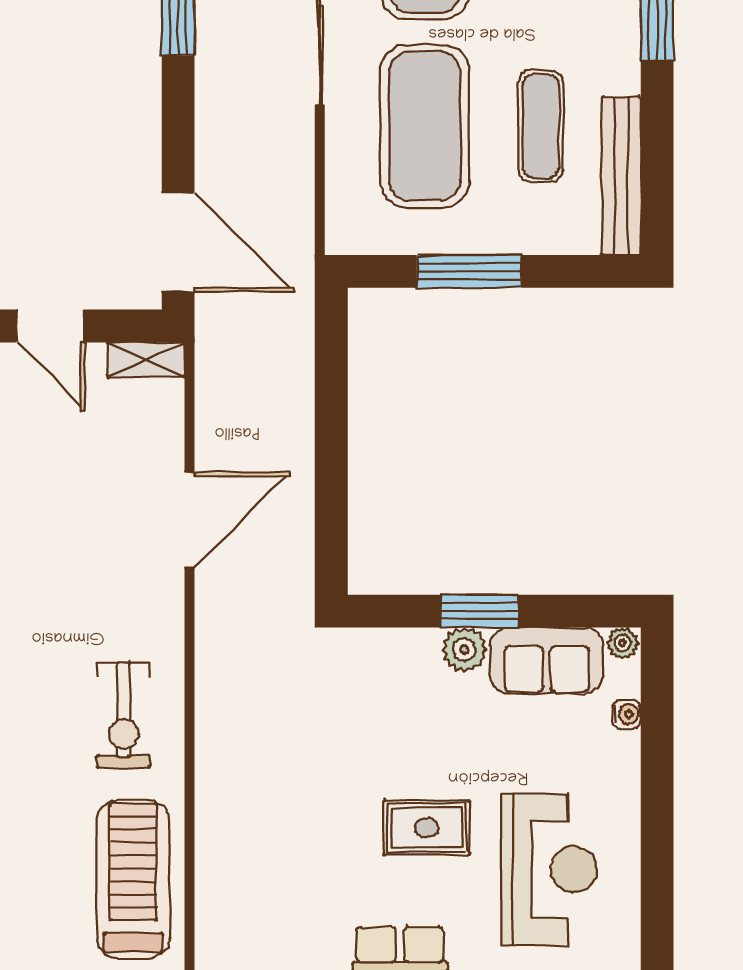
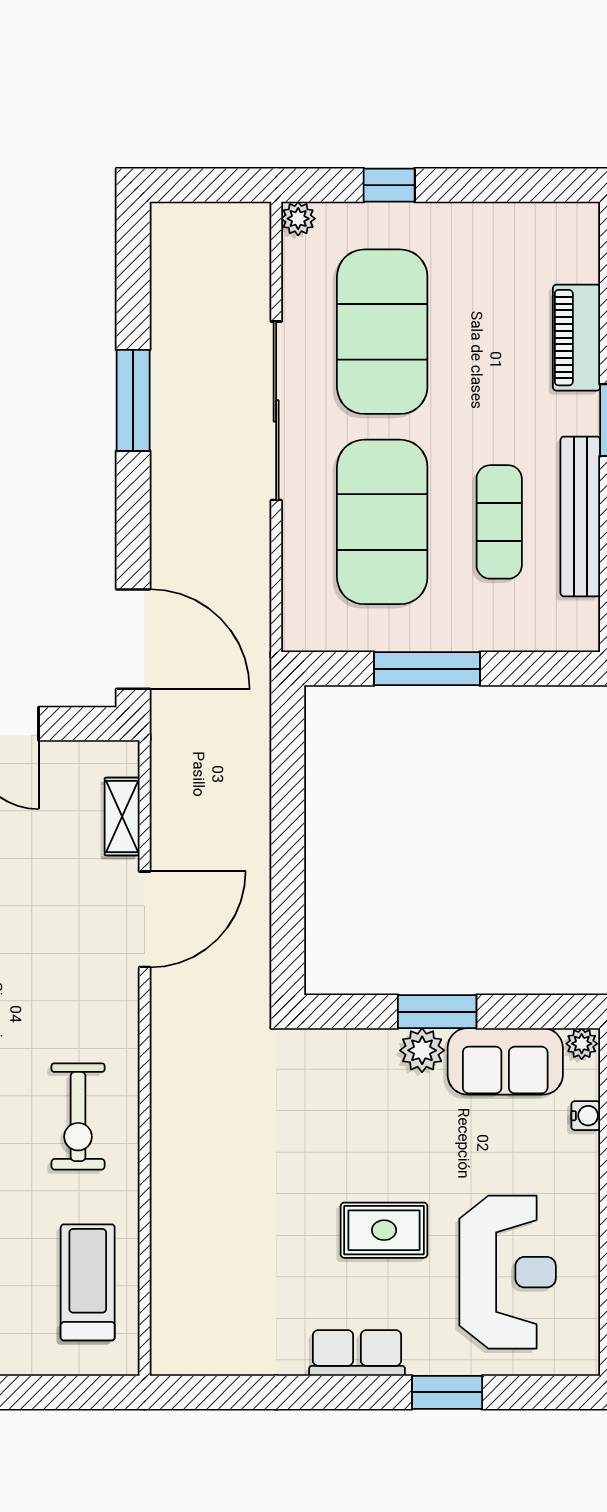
bench: (621, 176) -> (580, 516), moved
shelving: (146, 360) -> (122, 817), moved, turned 90
treadmill: (133, 879) -> (88, 1282), width x0.73, depth x0.73

